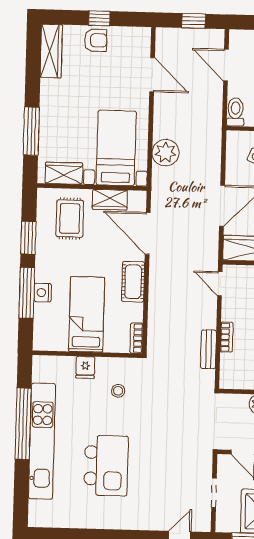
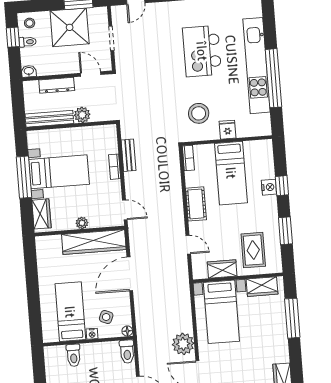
floor lamp: (232, 137) -> (127, 331), added
plant: (166, 153) -> (183, 344), moved
door: (148, 233) -> (188, 245), width x0.53
window: (27, 293) -> (282, 186), width x0.46
stool: (118, 391) -> (199, 113), width x1.89, depth x1.89

